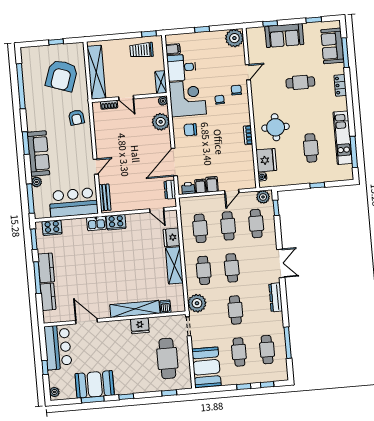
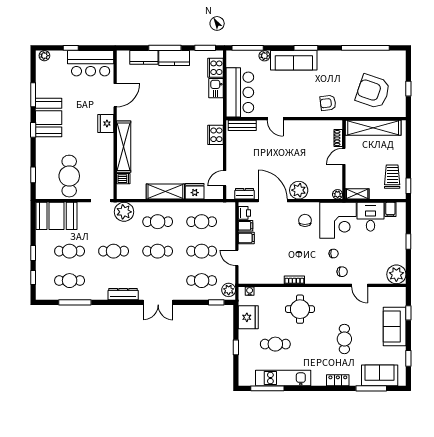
plant: (161, 122) -> (299, 190), moved
fridge: (266, 160) -> (248, 317), moved, turned -90
kitchen sink: (96, 223) -> (216, 88), moved
fridge: (140, 326) -> (106, 124), moved
cafe table: (167, 358) -> (69, 176), turned 90
booth: (95, 384) -> (49, 118), moved

